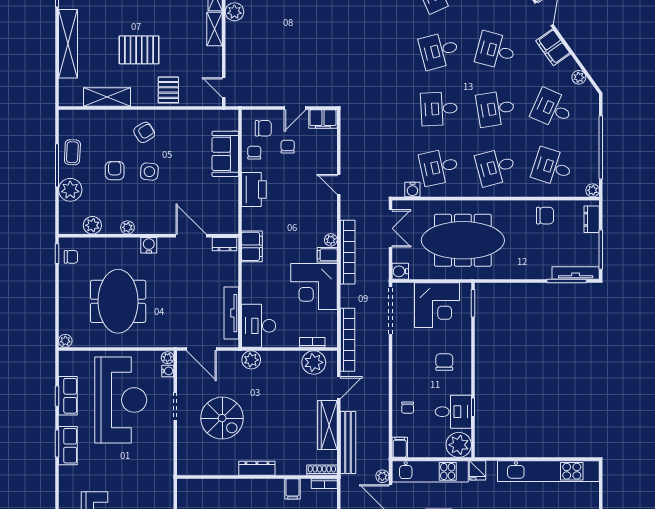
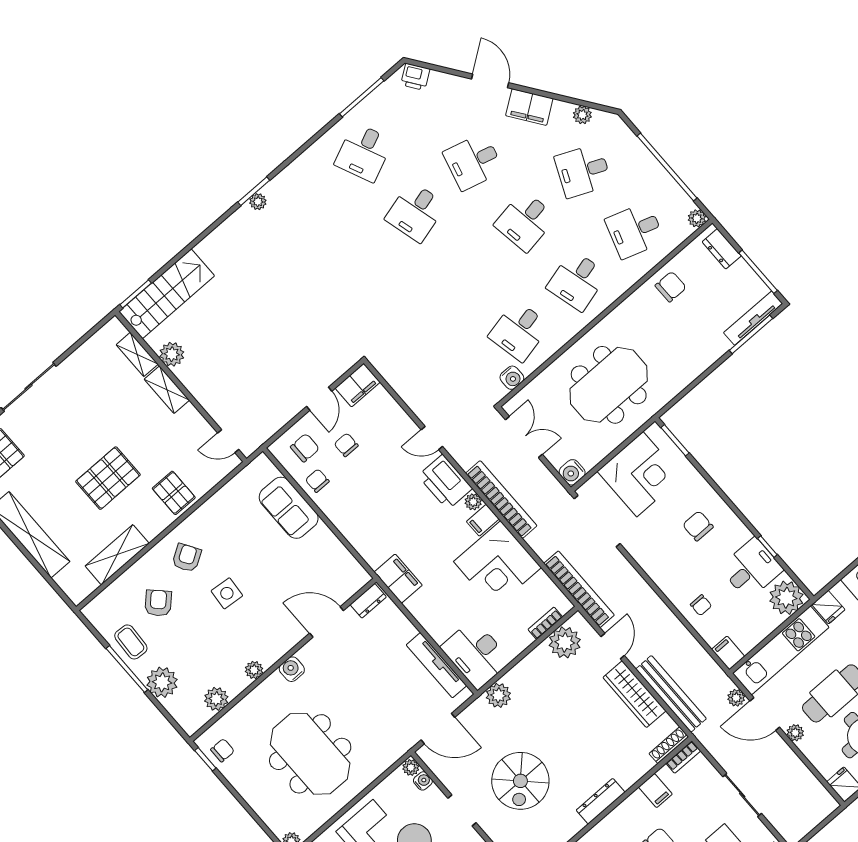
desk: (439, 109) -> (467, 271), removed
armchair: (115, 171) -> (158, 603), moved, turned 45
printer: (254, 190) -> (445, 482), moved, turned 180
meeting table: (463, 240) -> (609, 385), width x0.73
spiral stairs: (222, 418) -> (520, 781), turned 90

